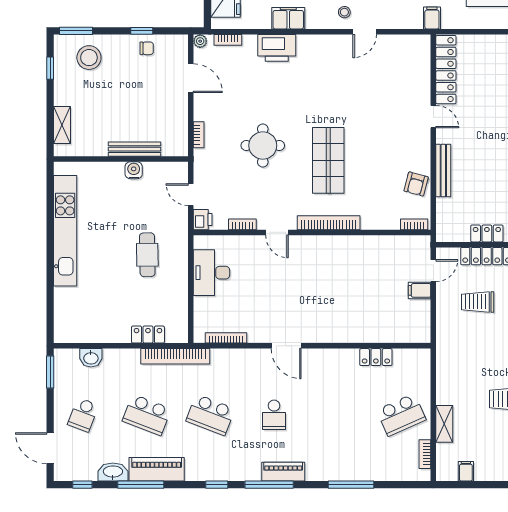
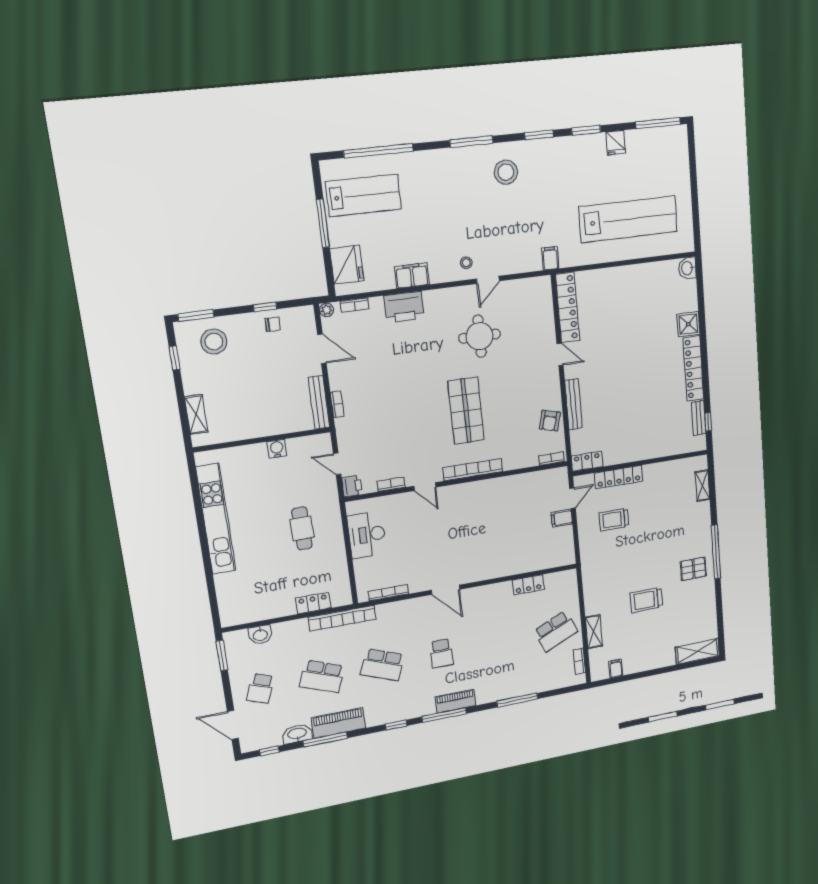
round table: (263, 145) -> (480, 336), moved
bench: (135, 149) -> (319, 402), moved, turned 90
locker: (487, 233) -> (587, 461), moved

